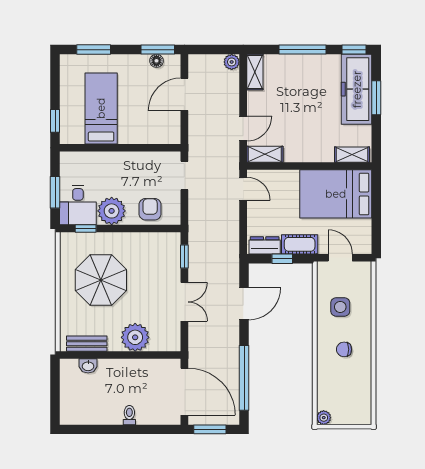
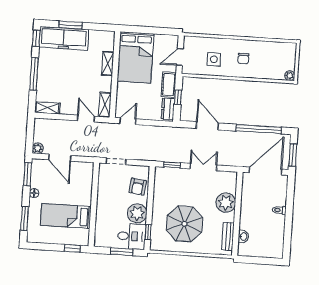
floor lamp: (156, 61) -> (34, 193), moved
plant: (232, 62) -> (38, 148), moved
shelving: (352, 155) -> (108, 63), moved
armchair: (150, 209) -> (138, 187), turned -83

